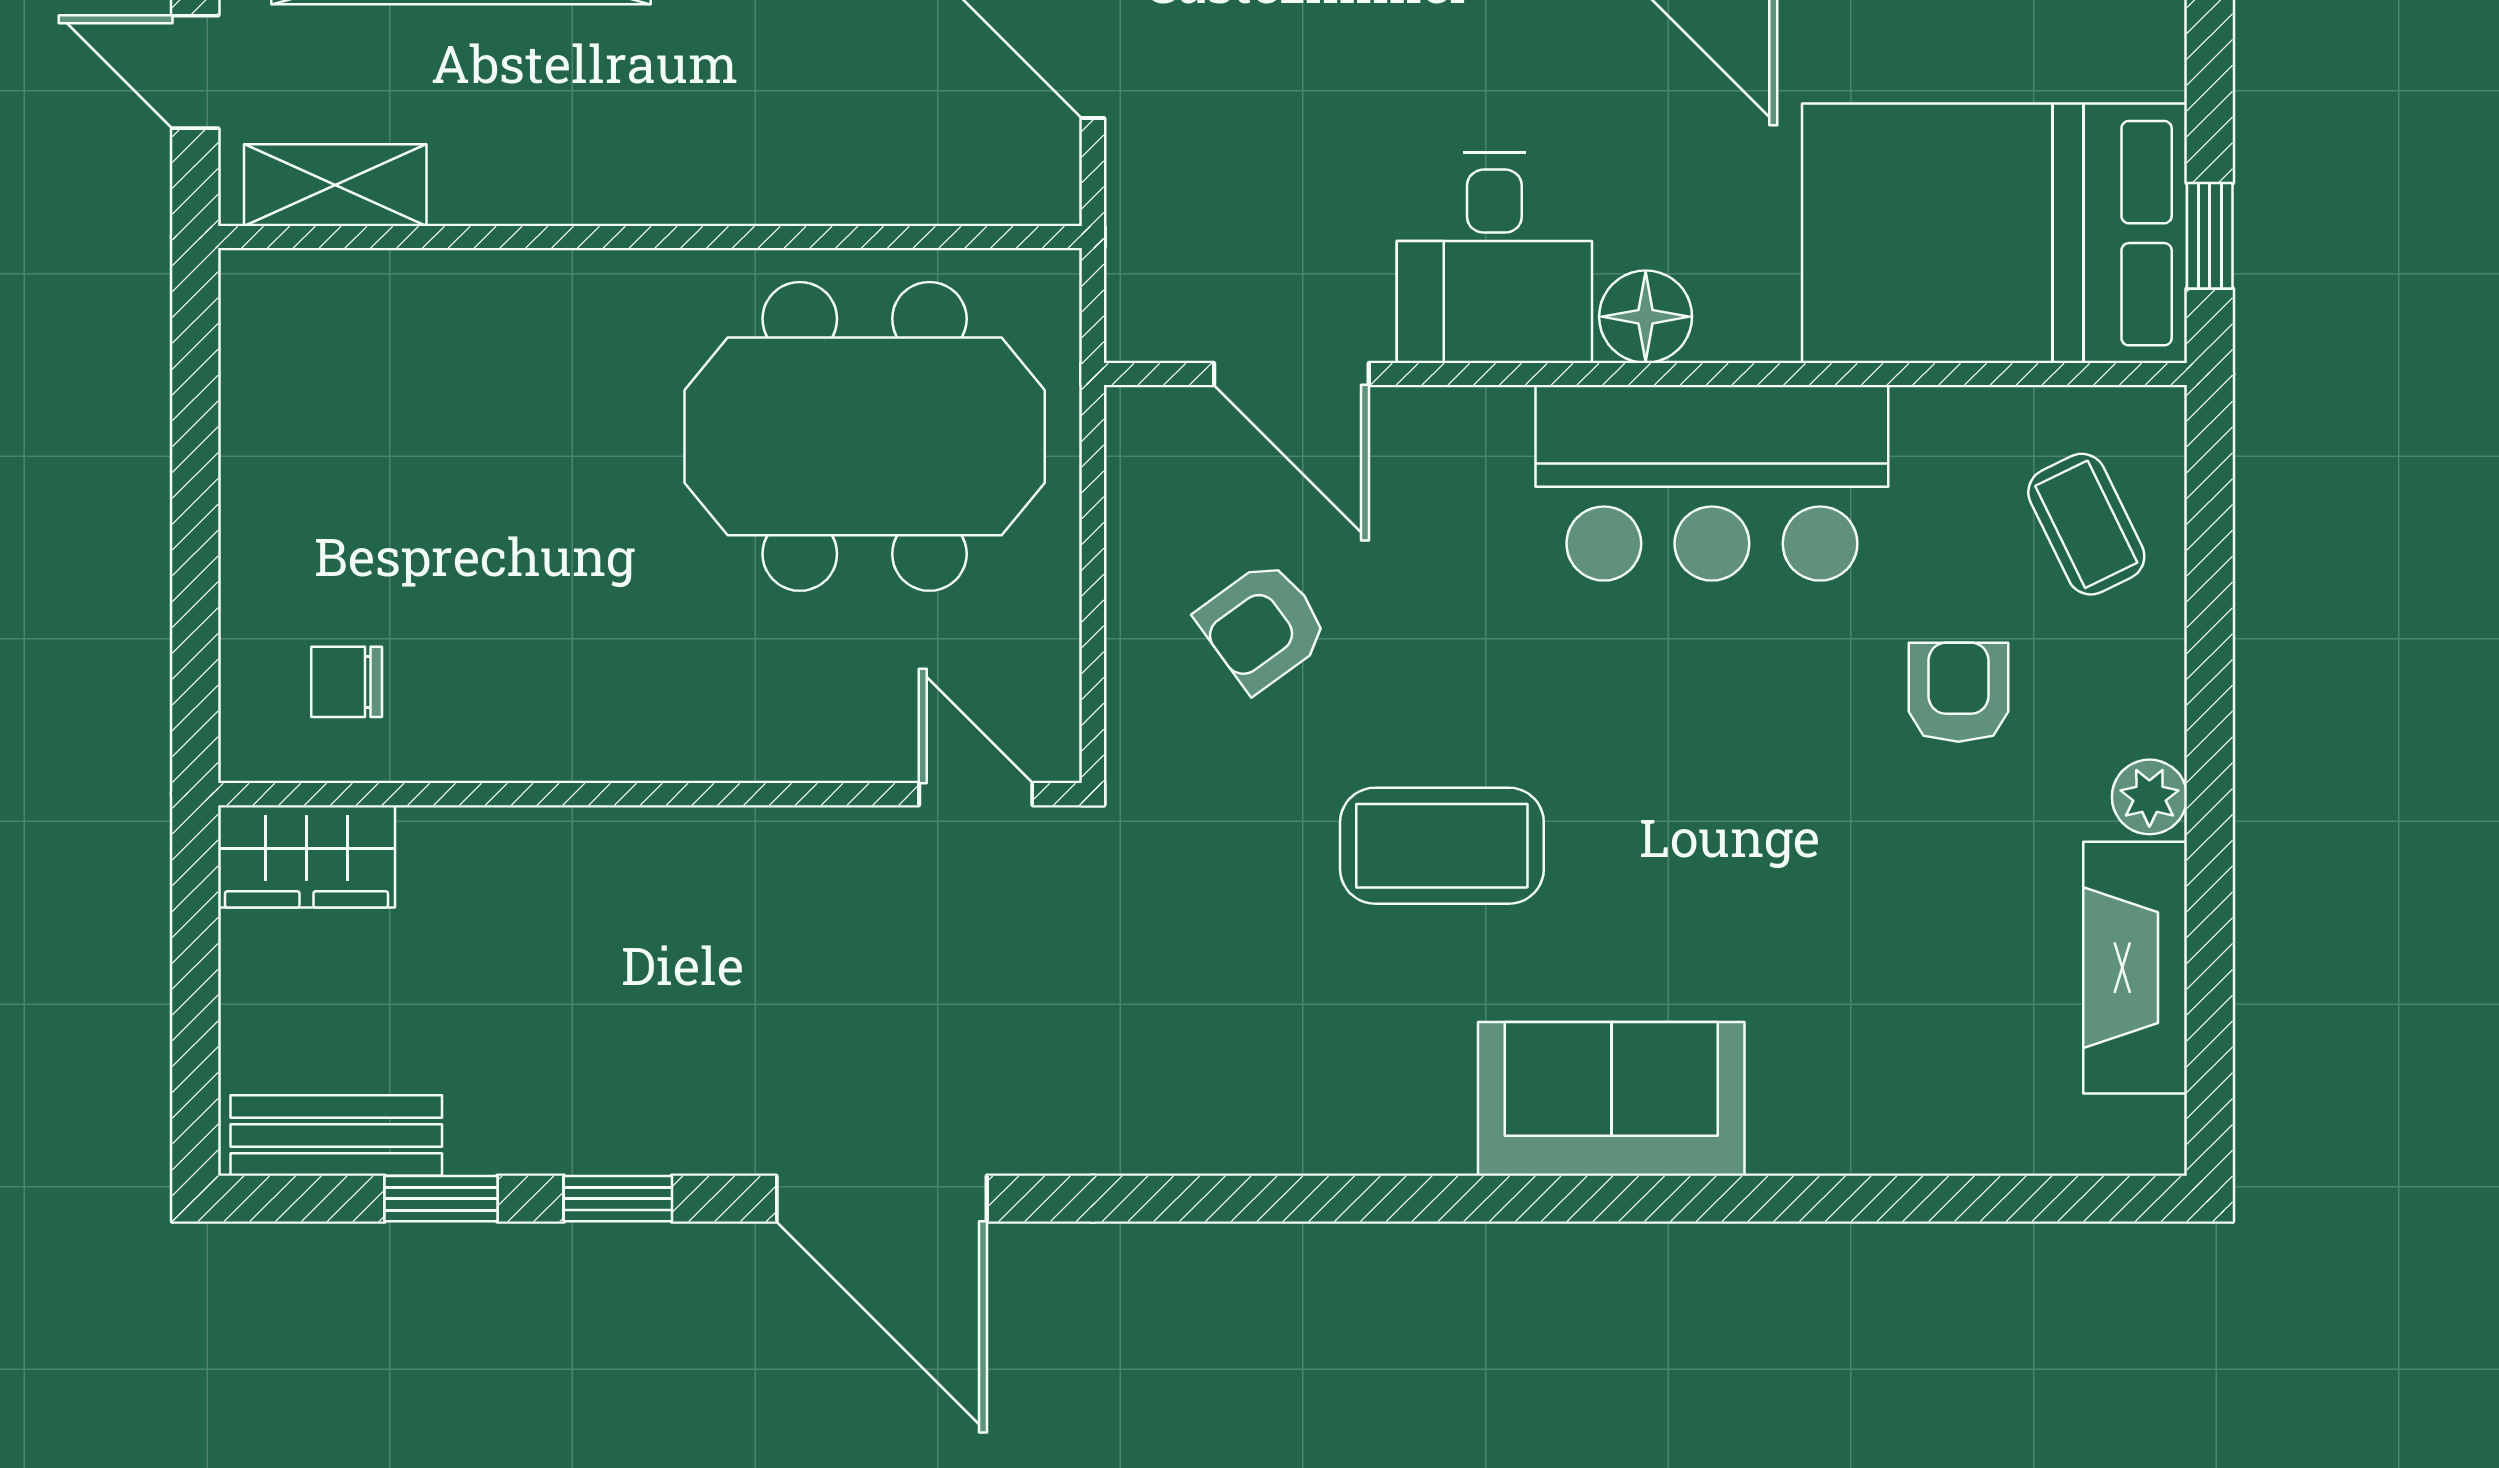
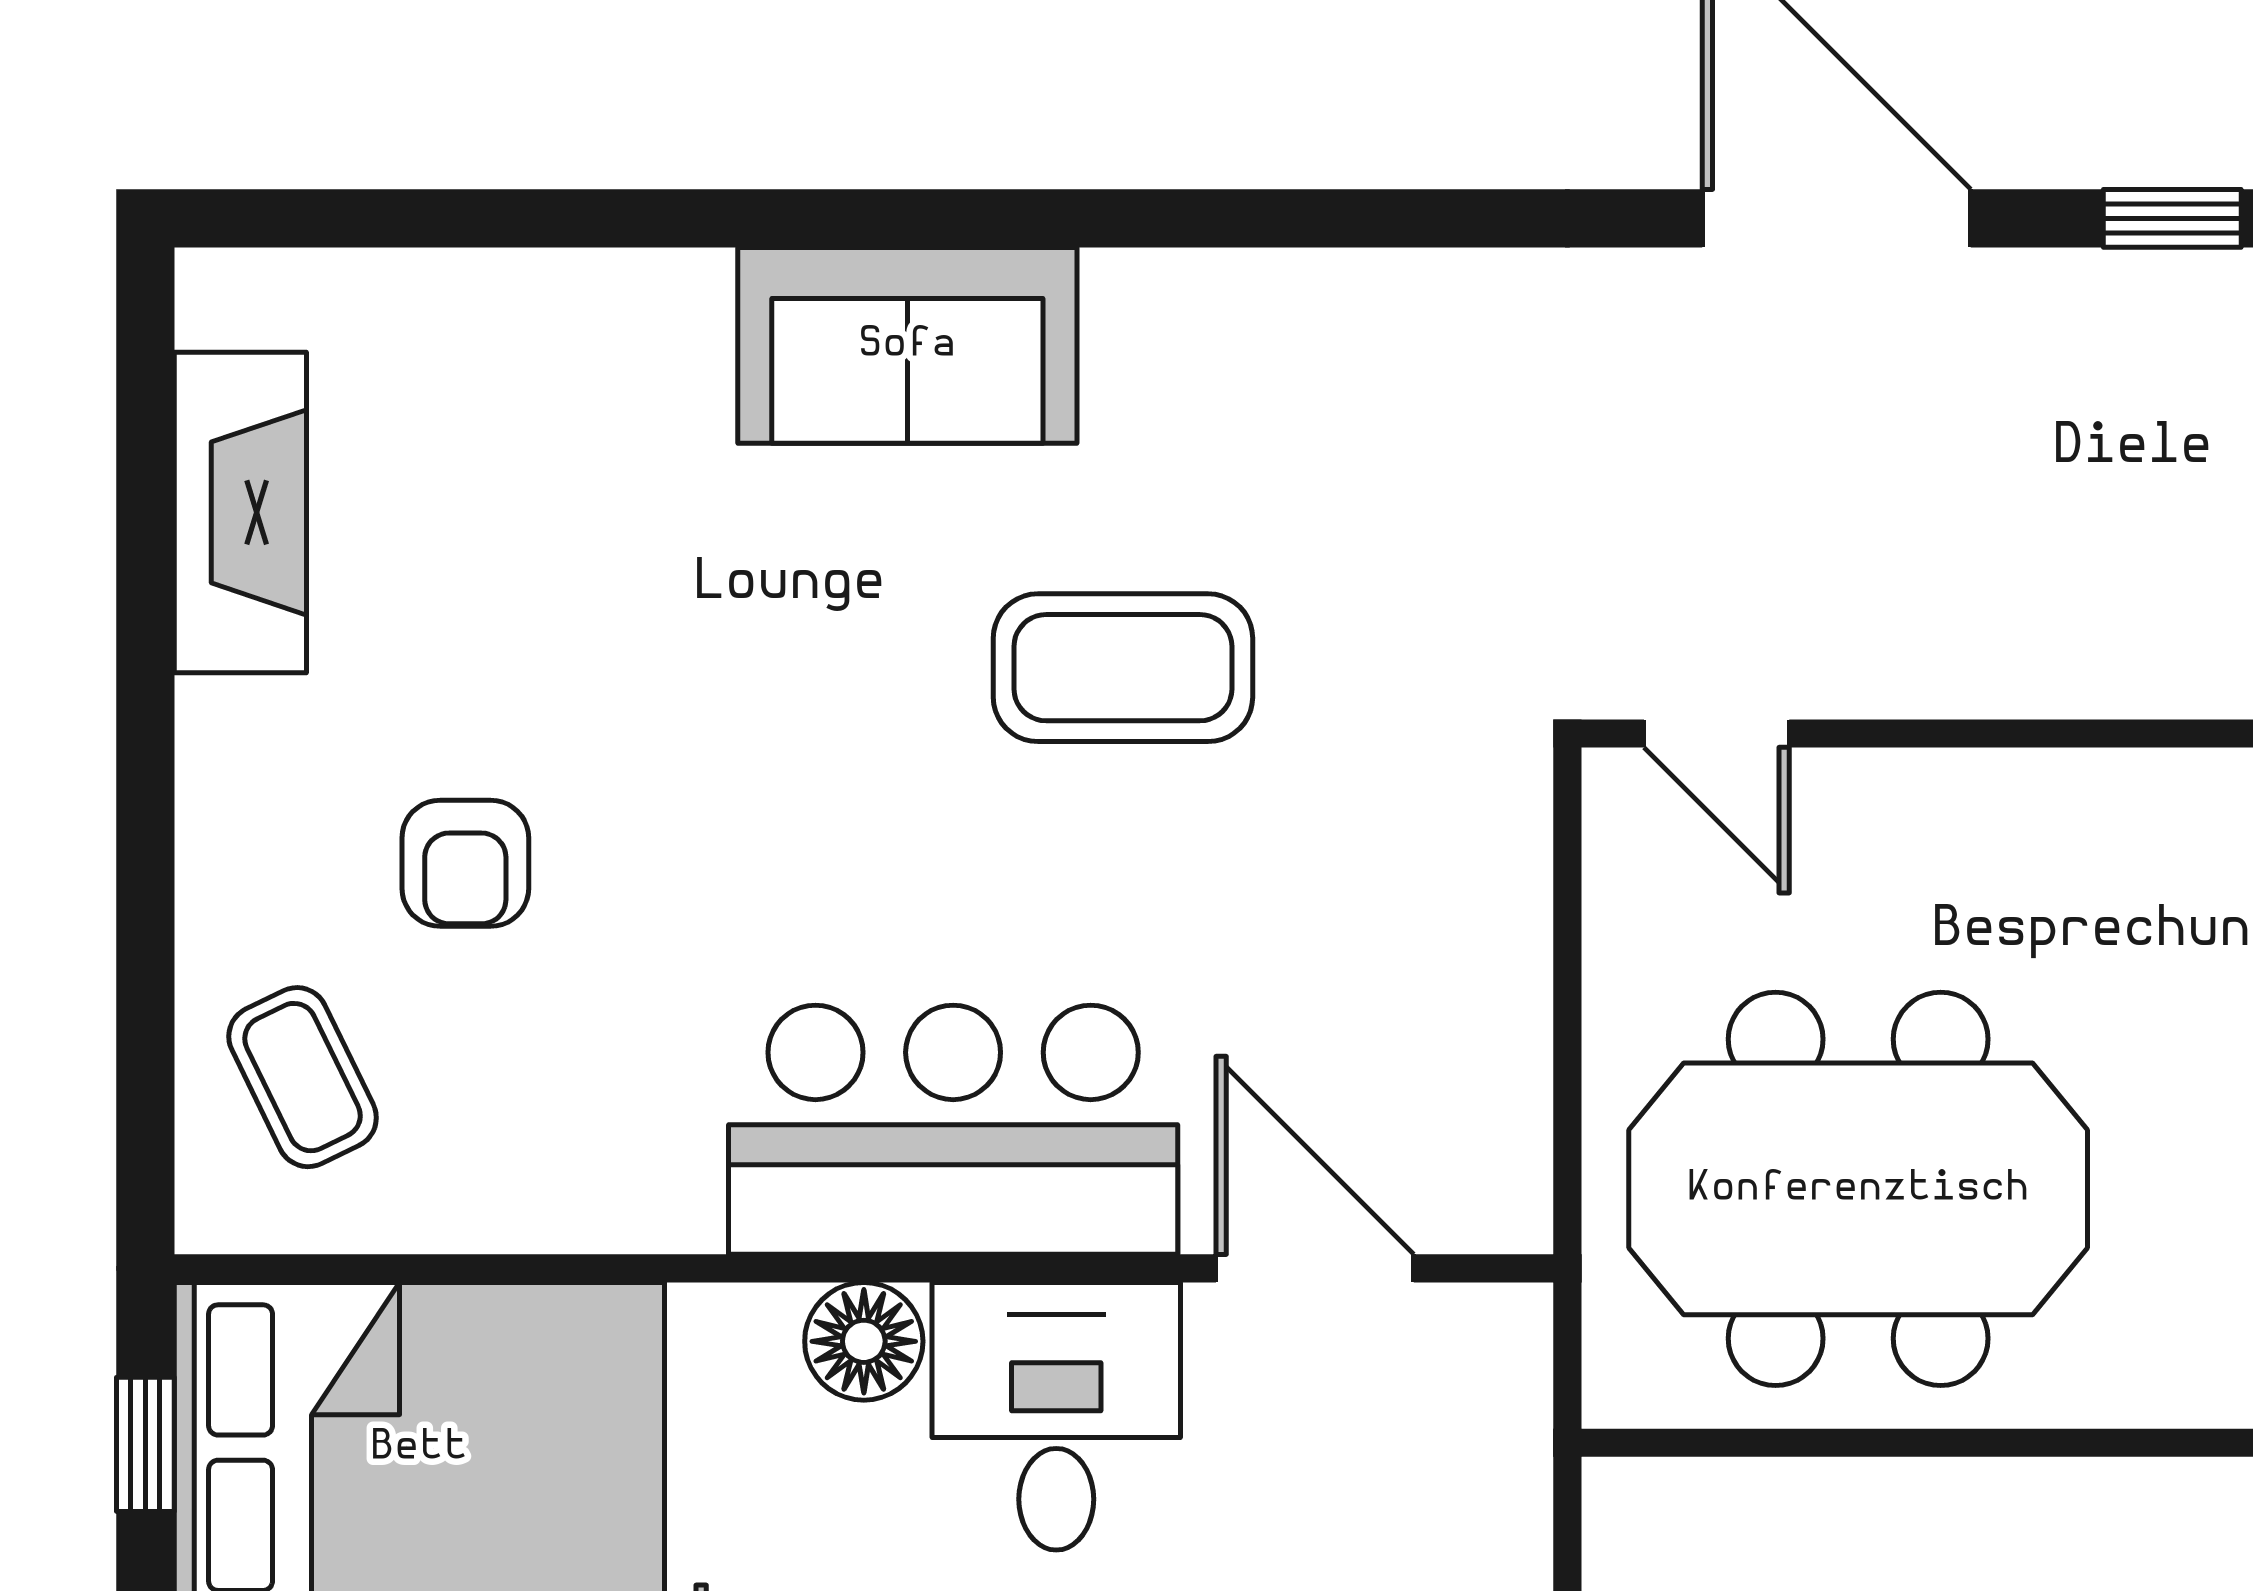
bar counter: (1712, 483) -> (953, 1130), moved
armchair: (1263, 626) -> (1351, 947), removed
plant: (2149, 797) -> (222, 730), removed

